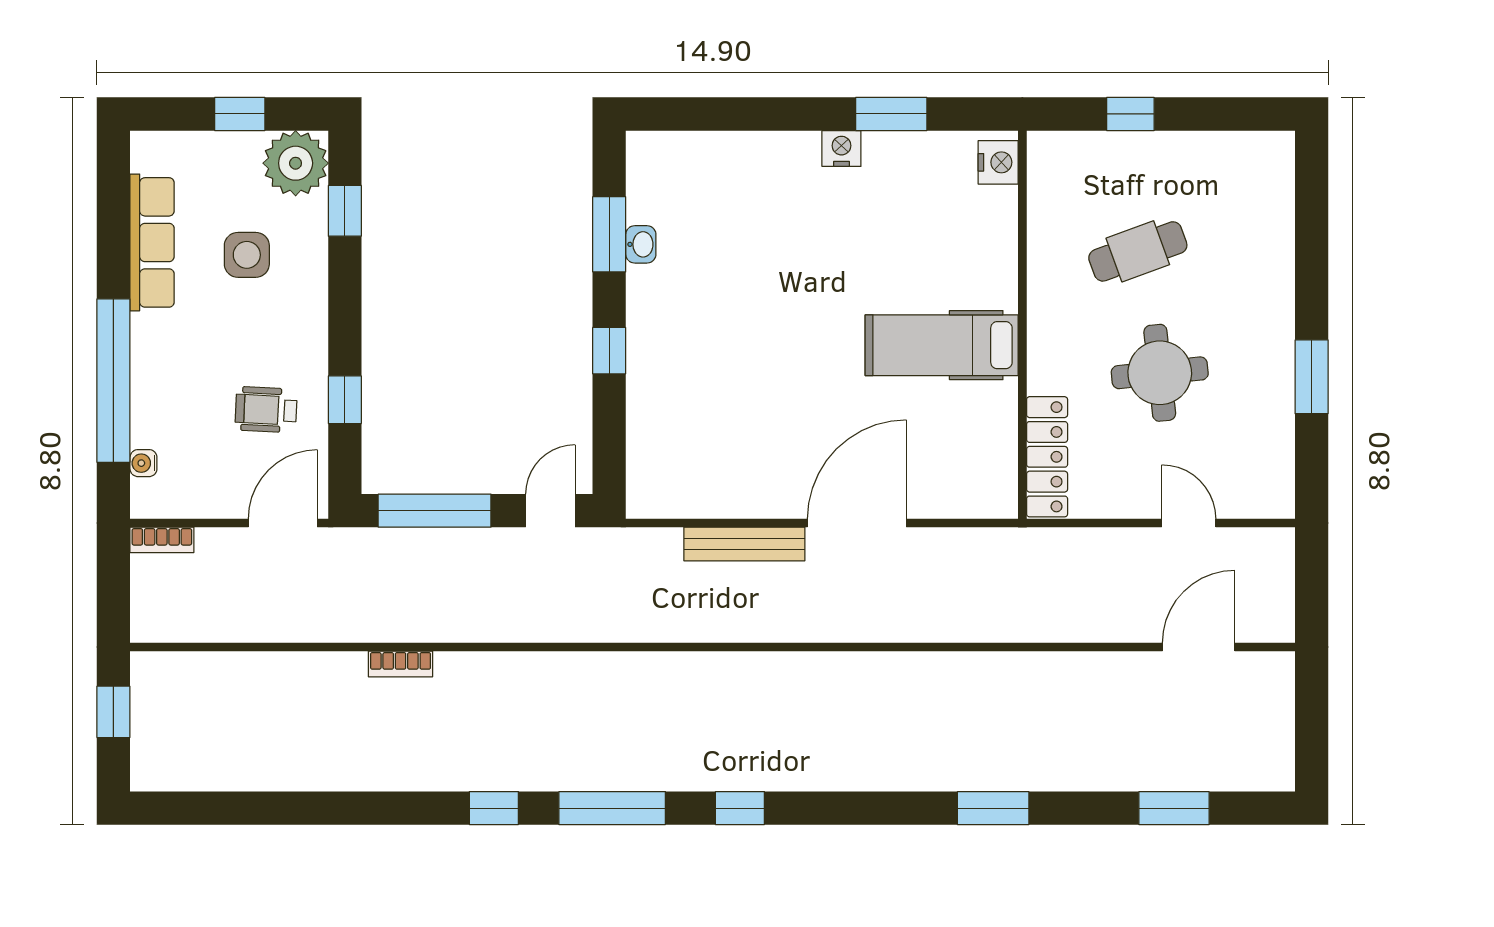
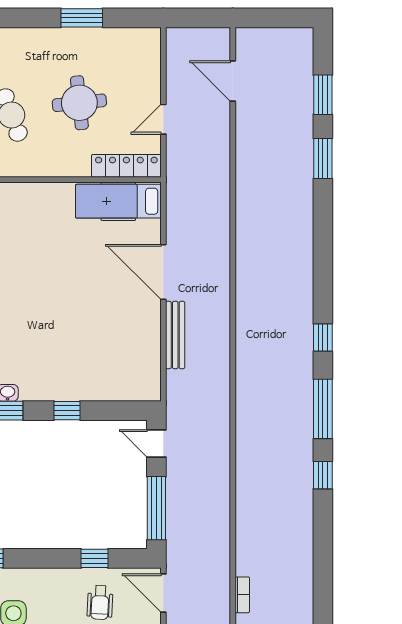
hospital bed: (942, 345) -> (118, 201), moved, turned 90
door: (1189, 523) -> (163, 119), moved
bookcase: (401, 664) -> (242, 595), moved
window: (993, 808) -> (323, 158), moved

